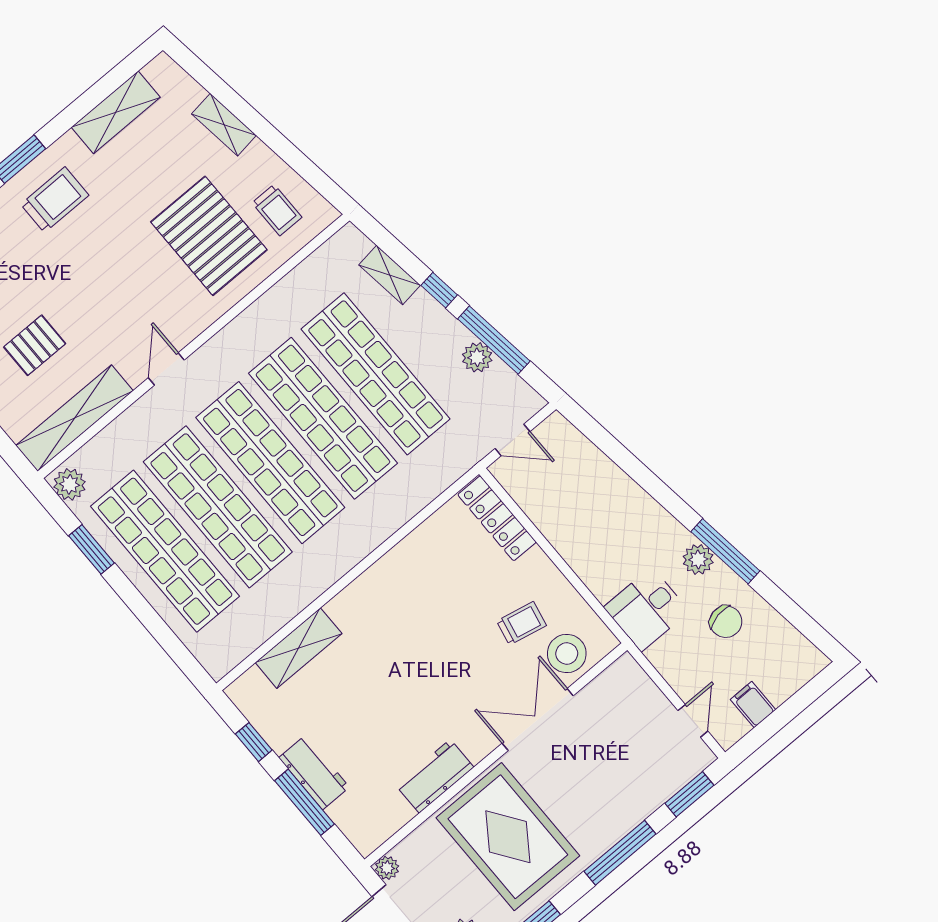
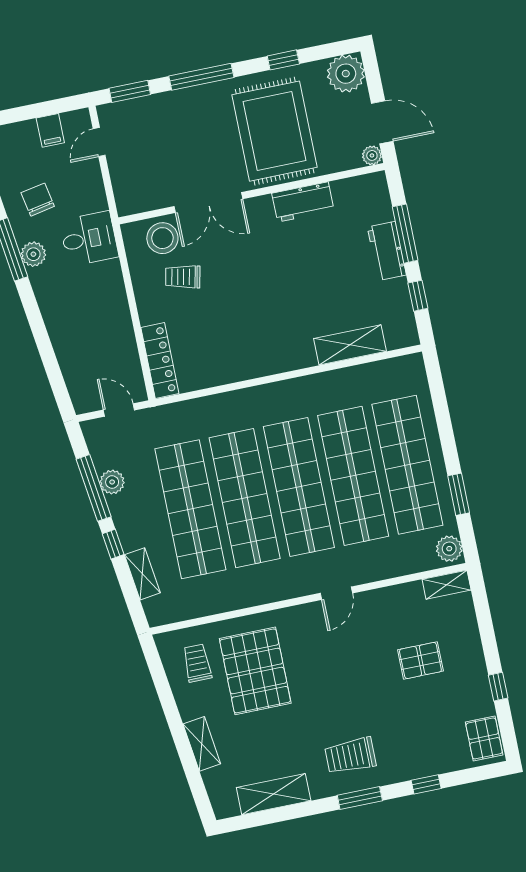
shelving: (74, 418) -> (447, 585), width x0.45, depth x0.75

